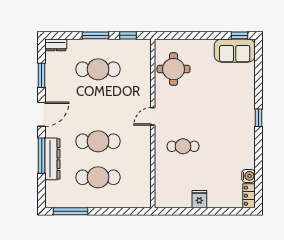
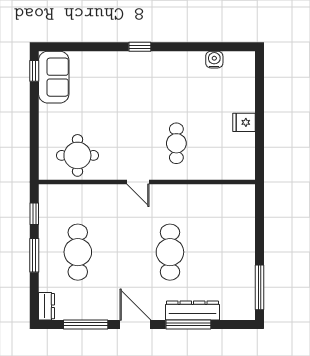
window: (42, 75) -> (86, 324), width x1.44
cafe table: (98, 177) -> (216, 252), removed
locker: (249, 196) -> (240, 59), removed

